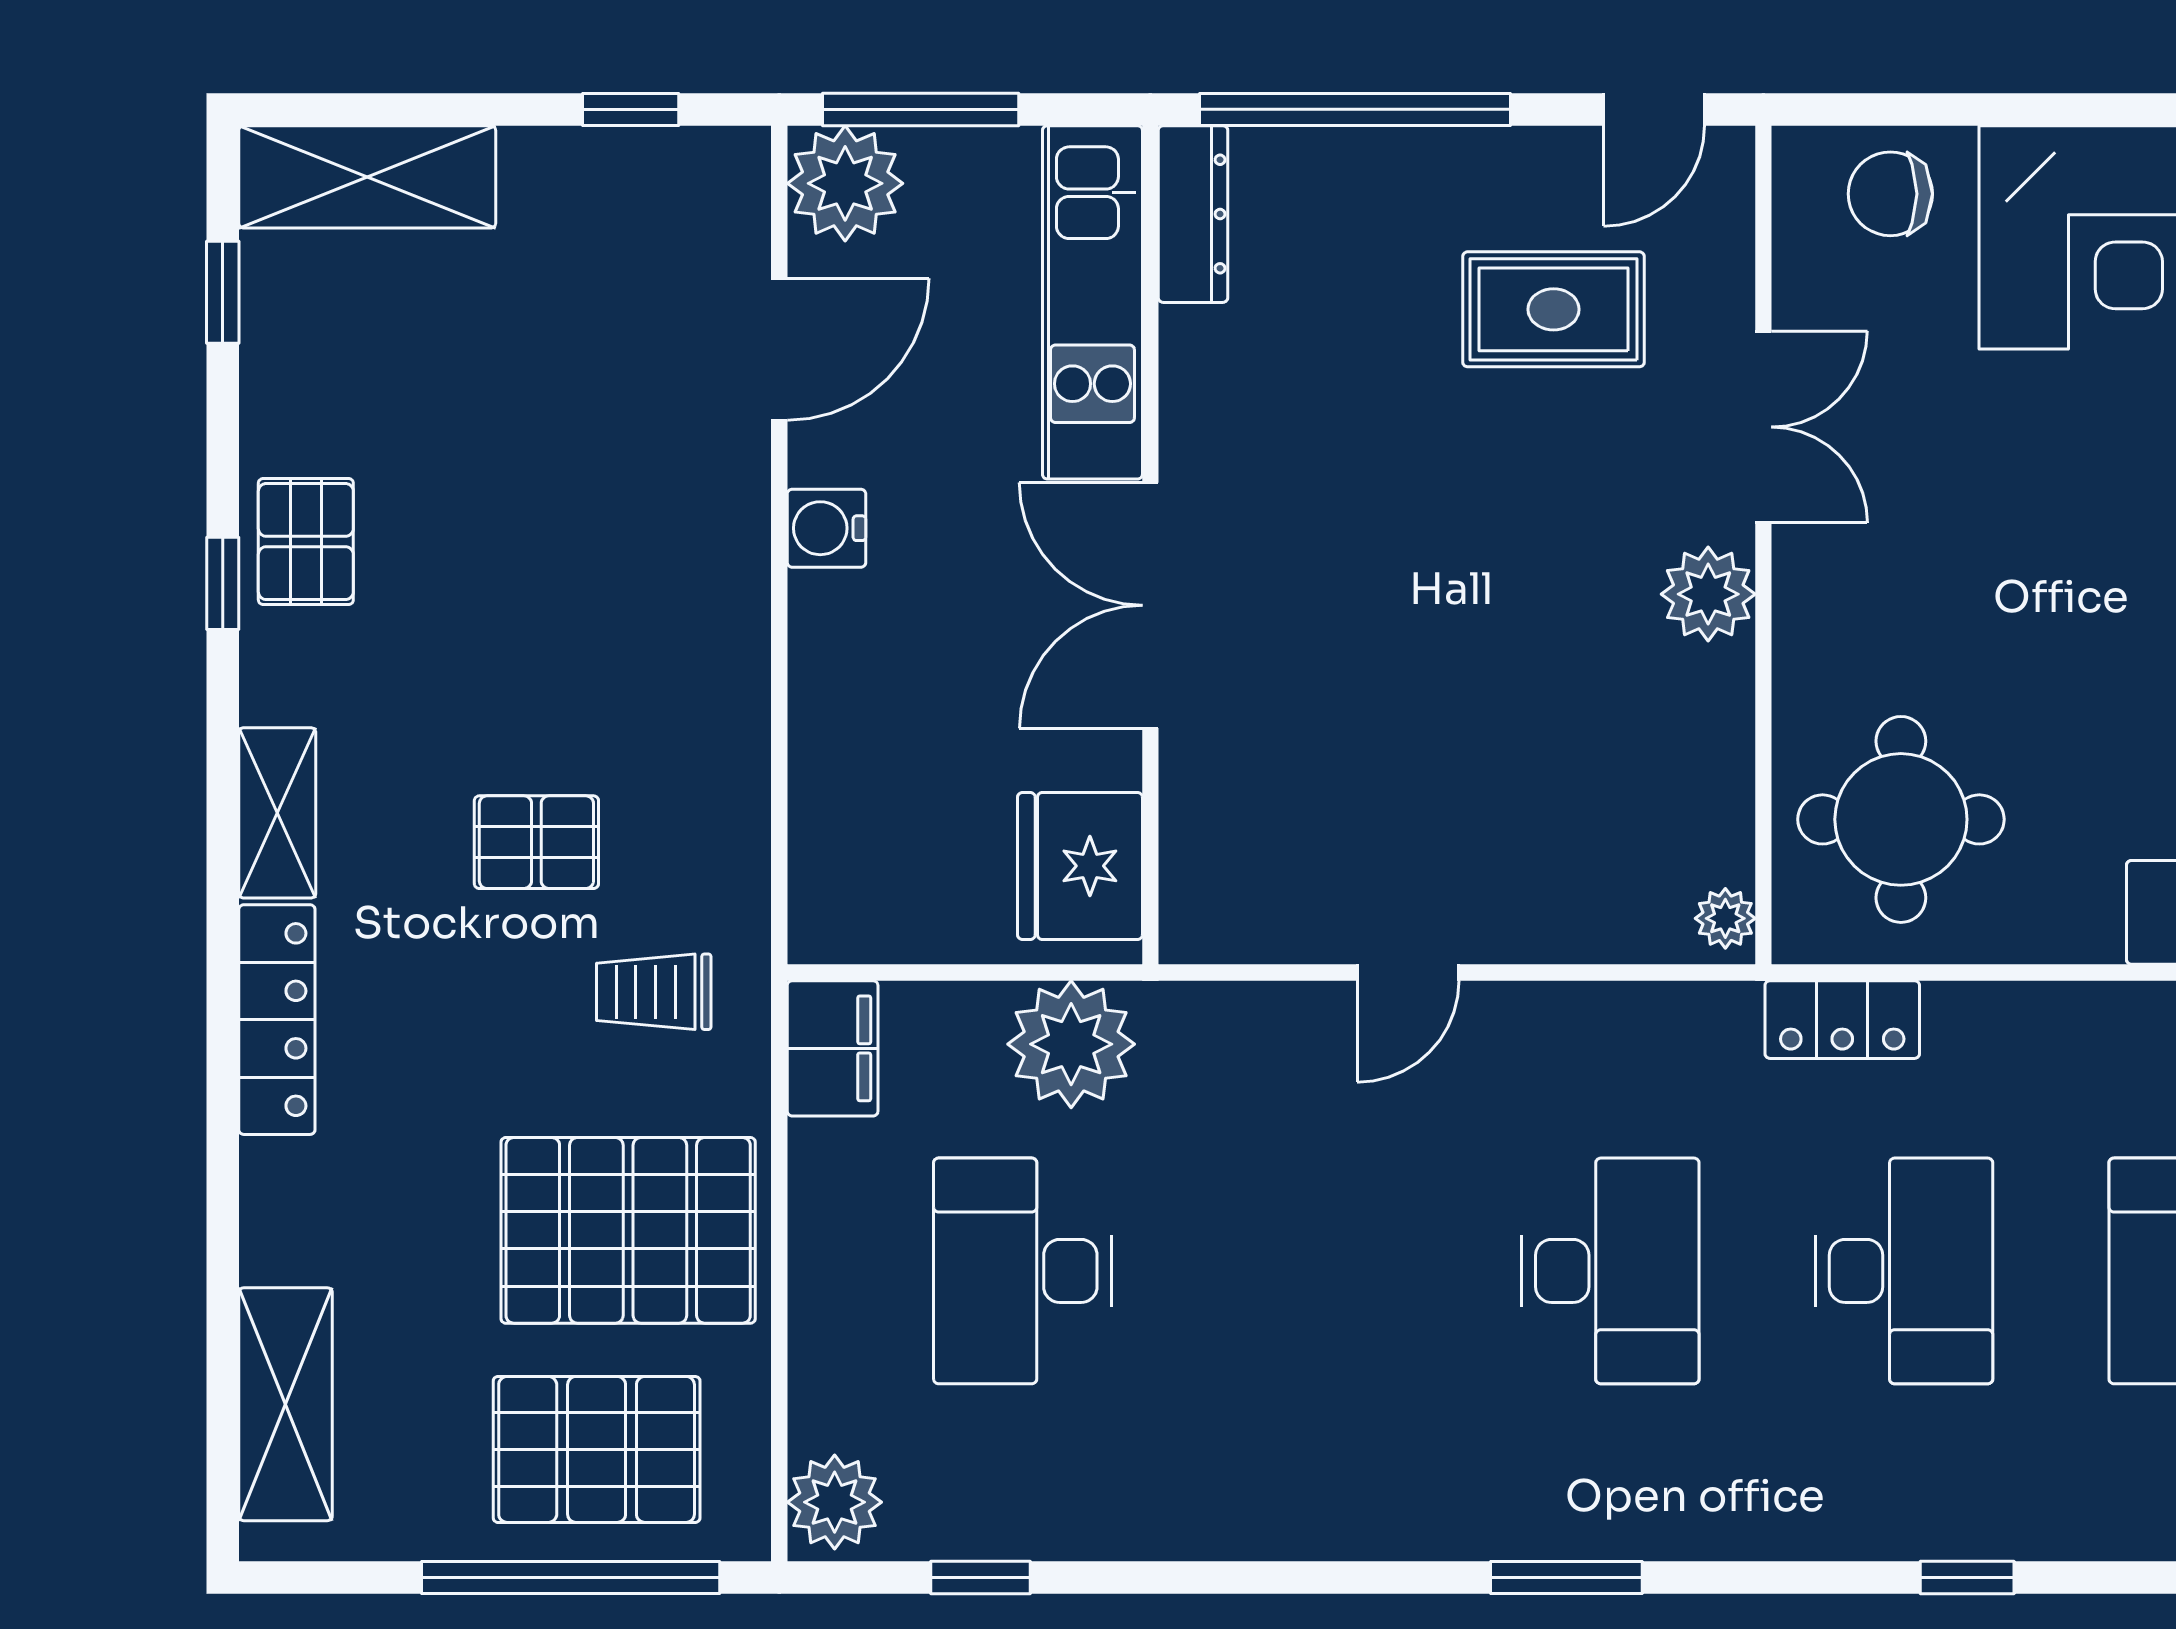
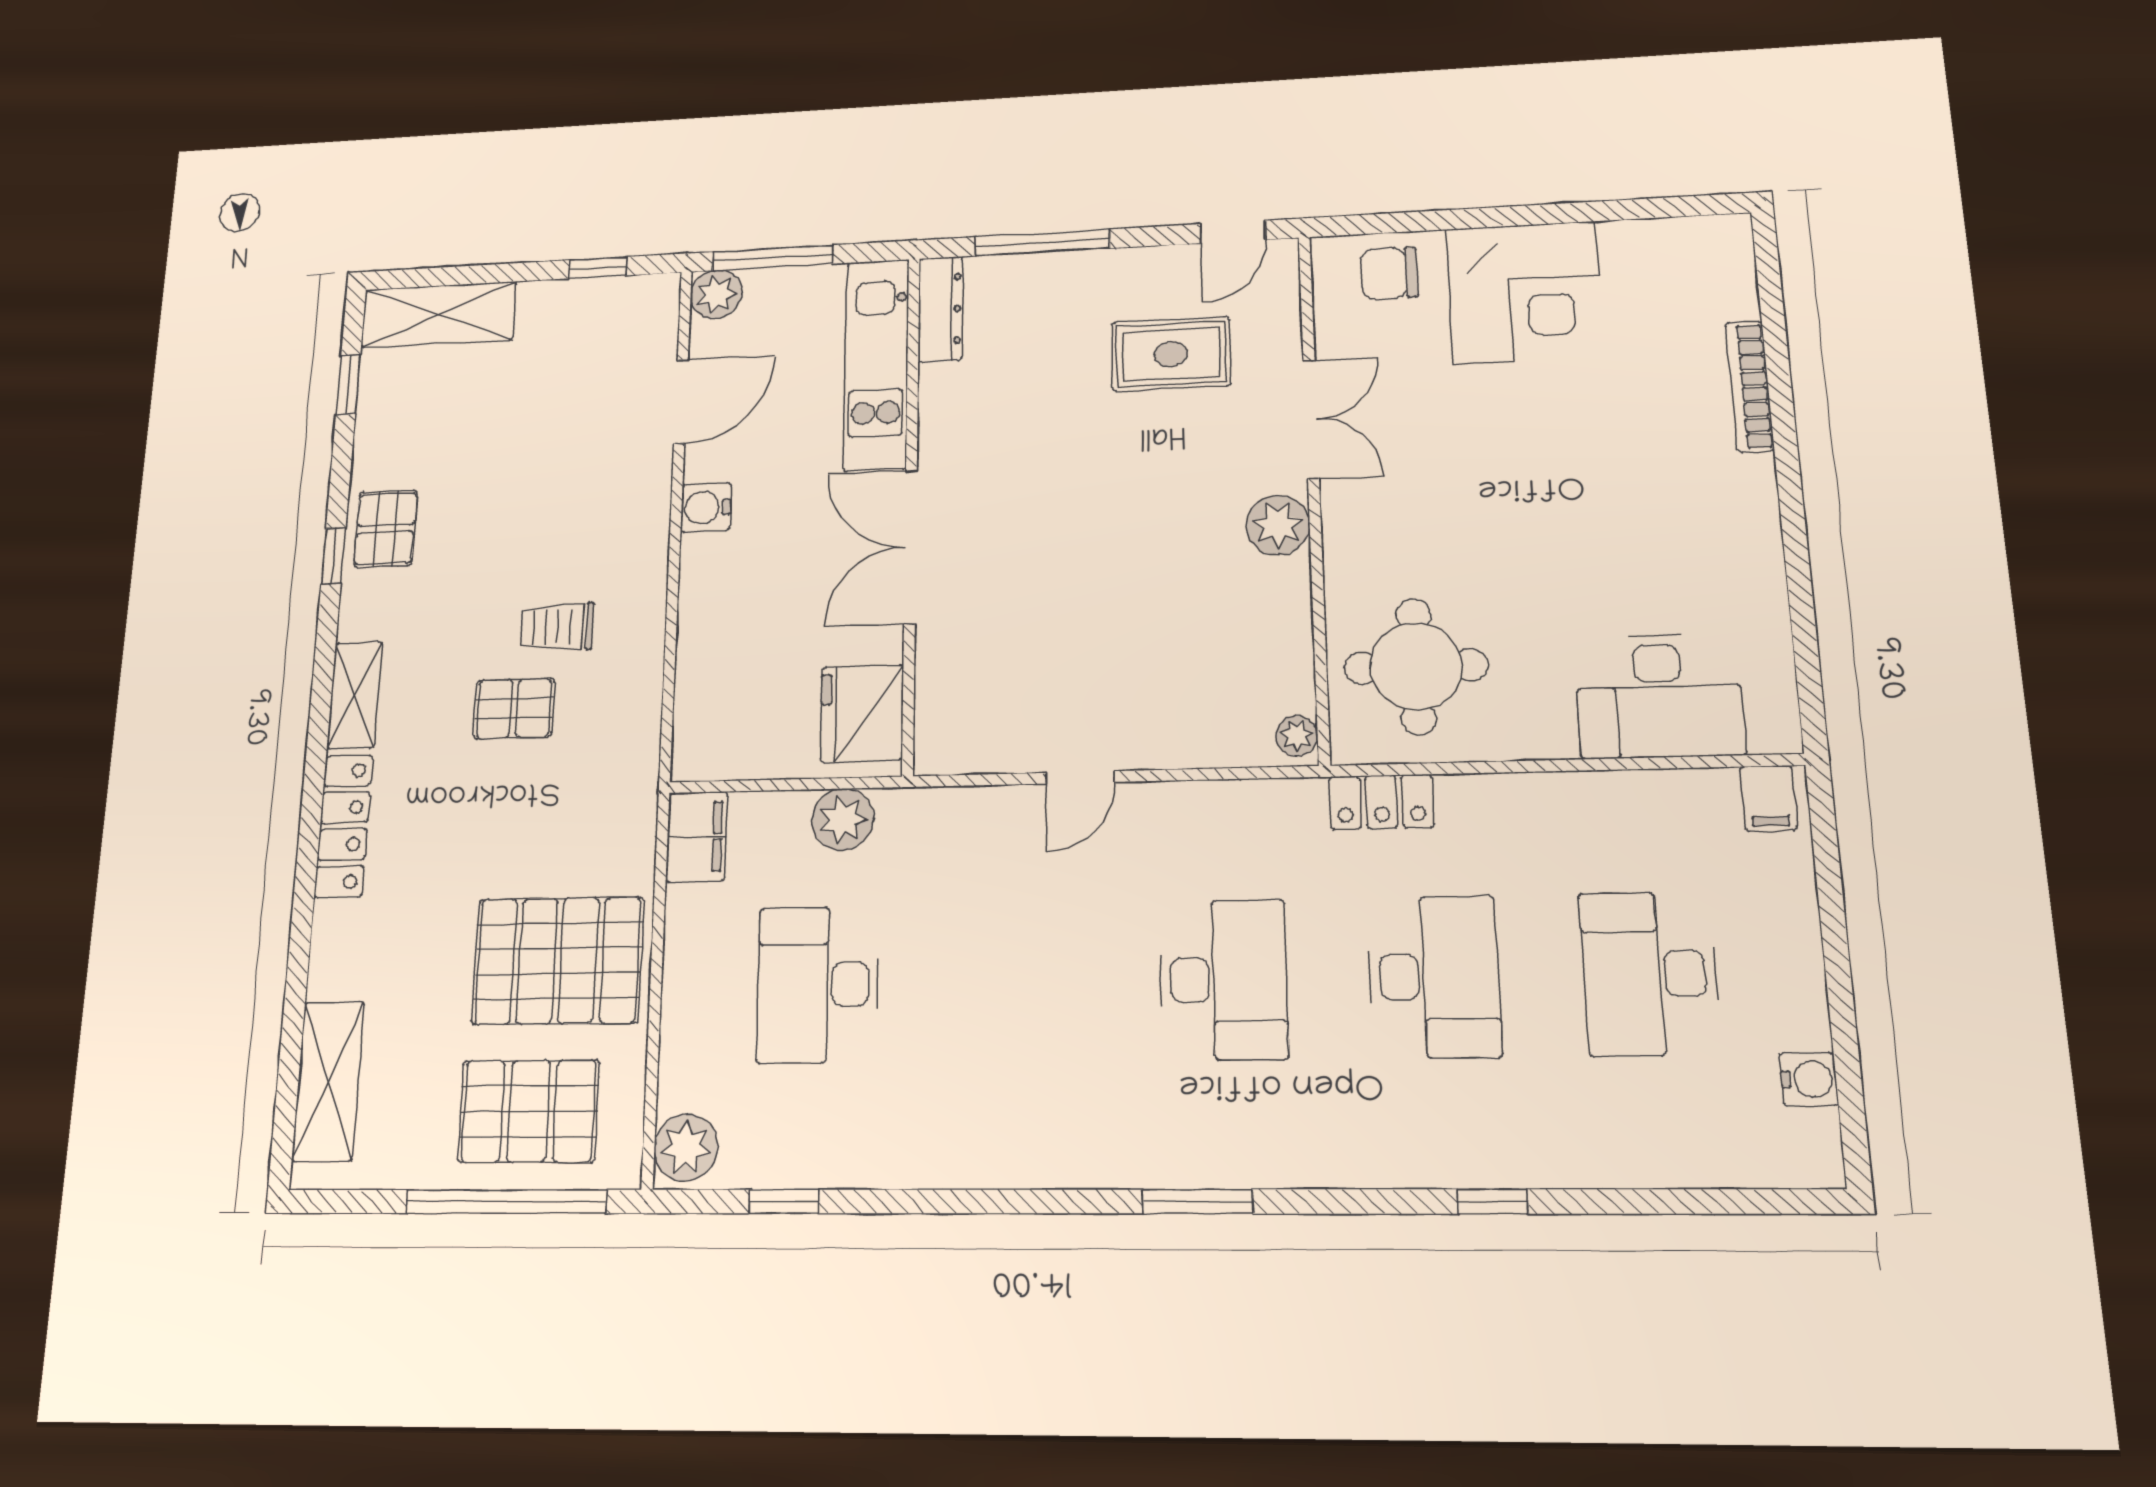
window: (1355, 109) -> (1042, 243), width x0.68
plant: (845, 183) -> (716, 294), width x0.73, depth x0.73
trolley: (654, 992) -> (557, 627), moved
plant: (1071, 1044) -> (843, 819), width x0.73, depth x0.73

